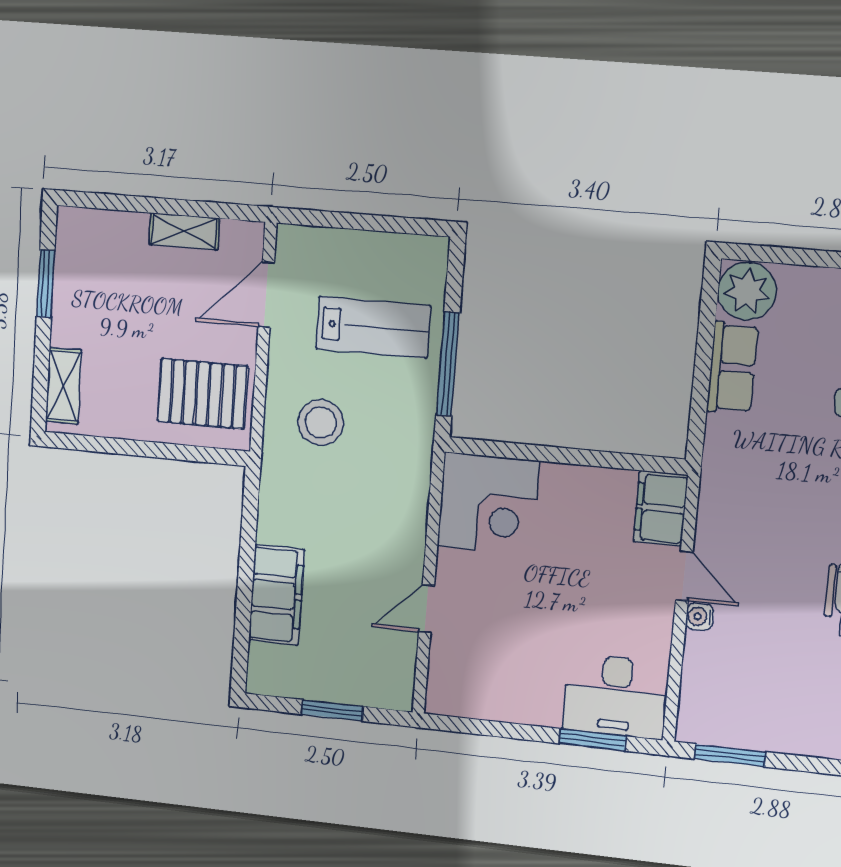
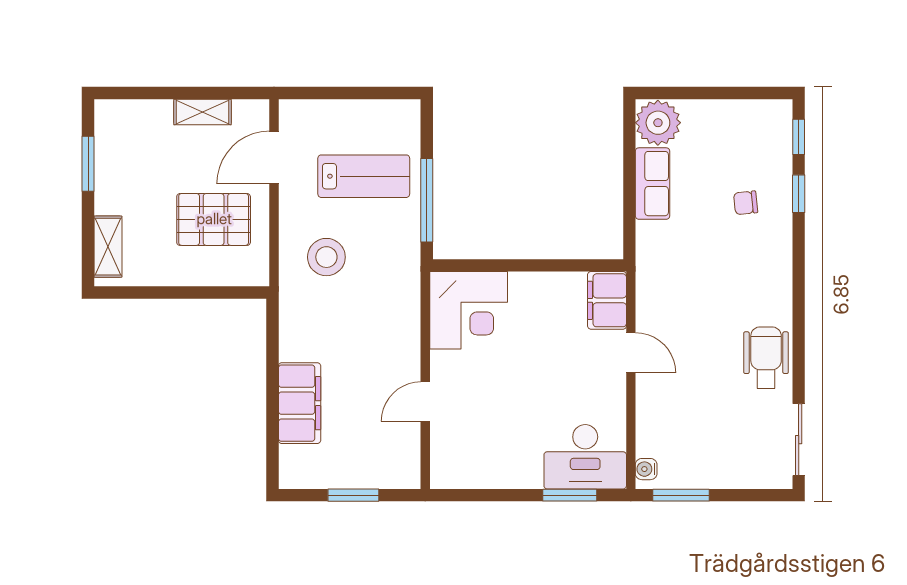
pallet: (203, 394) -> (214, 219), moved
water cooler: (700, 617) -> (646, 469), moved

